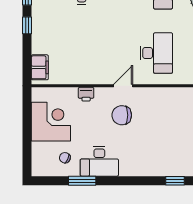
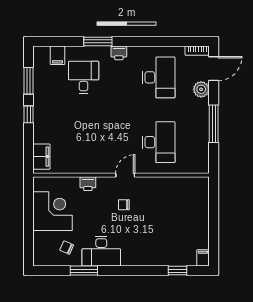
chair: (122, 115) -> (124, 205), width x0.54, depth x0.54

